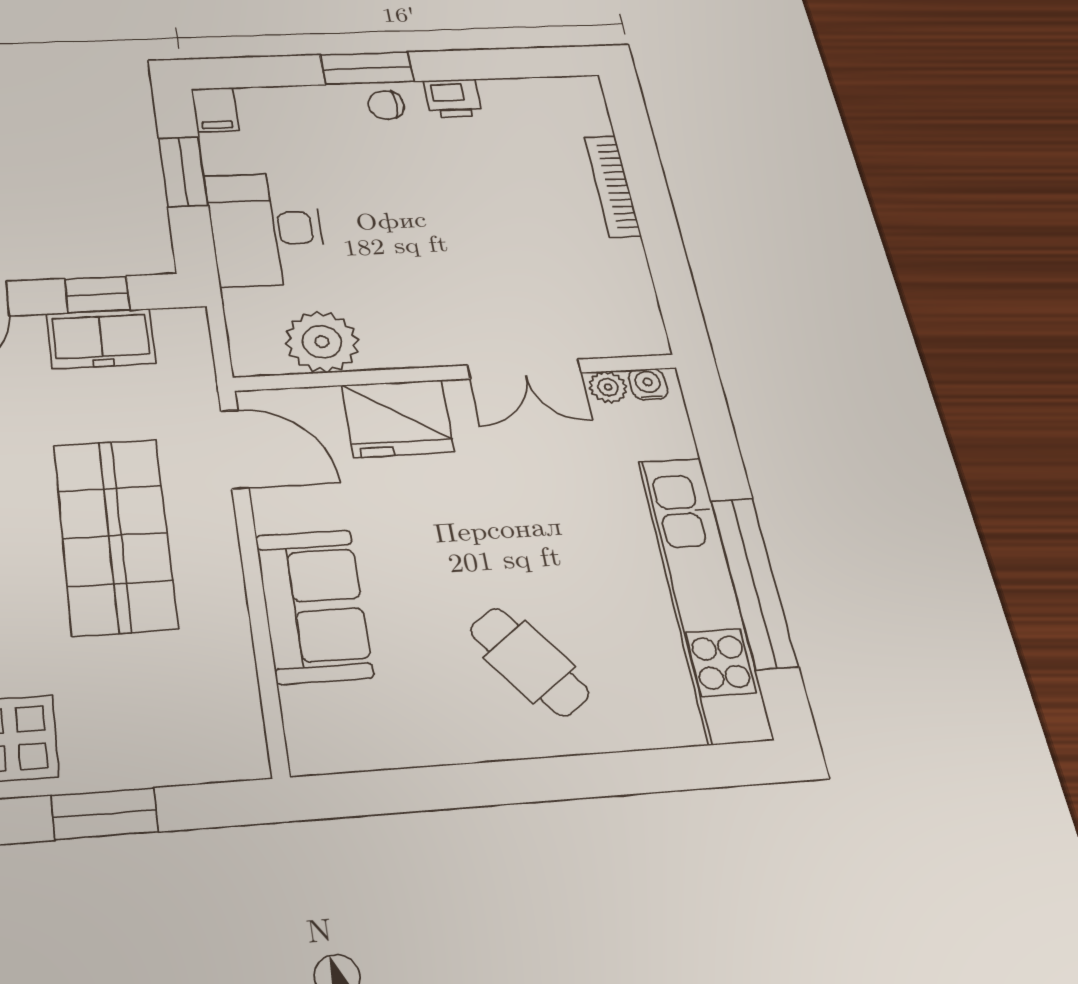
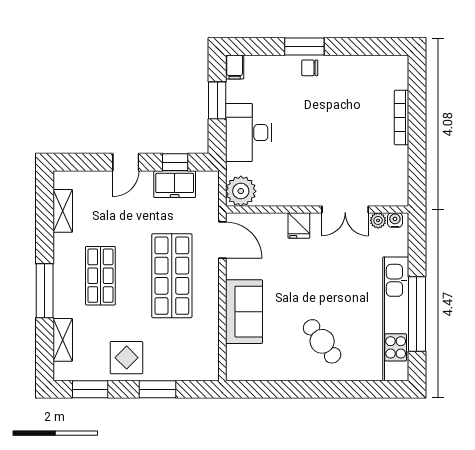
printer: (453, 98) -> (340, 65), removed
plant: (322, 342) -> (241, 191), moved
fridge: (398, 418) -> (299, 225), width x0.53, depth x0.75

